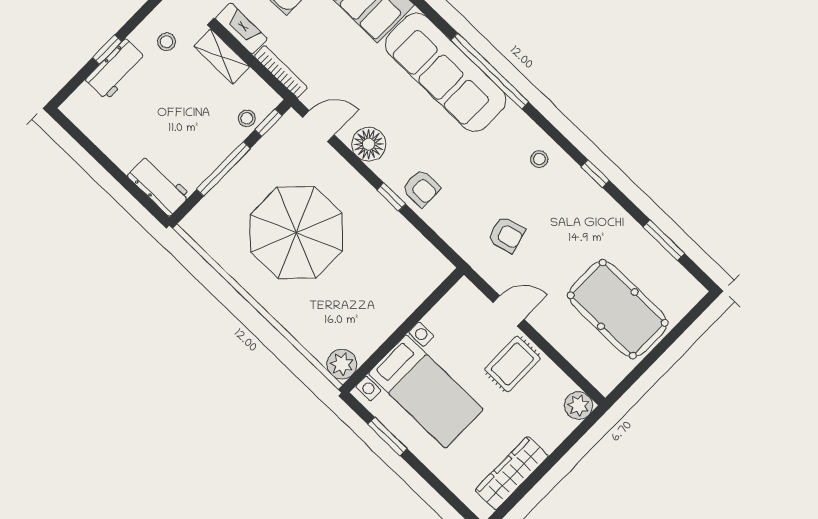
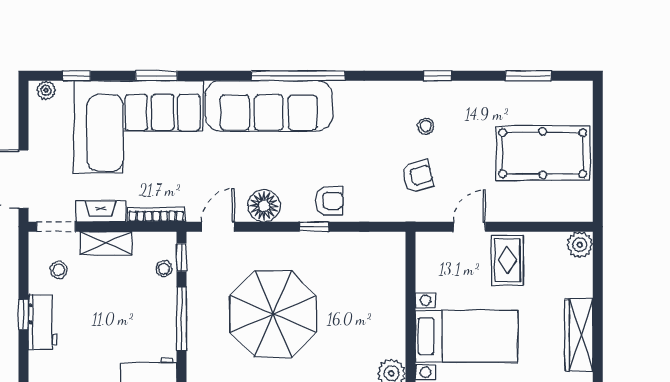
stool: (539, 159) -> (426, 126), moved

